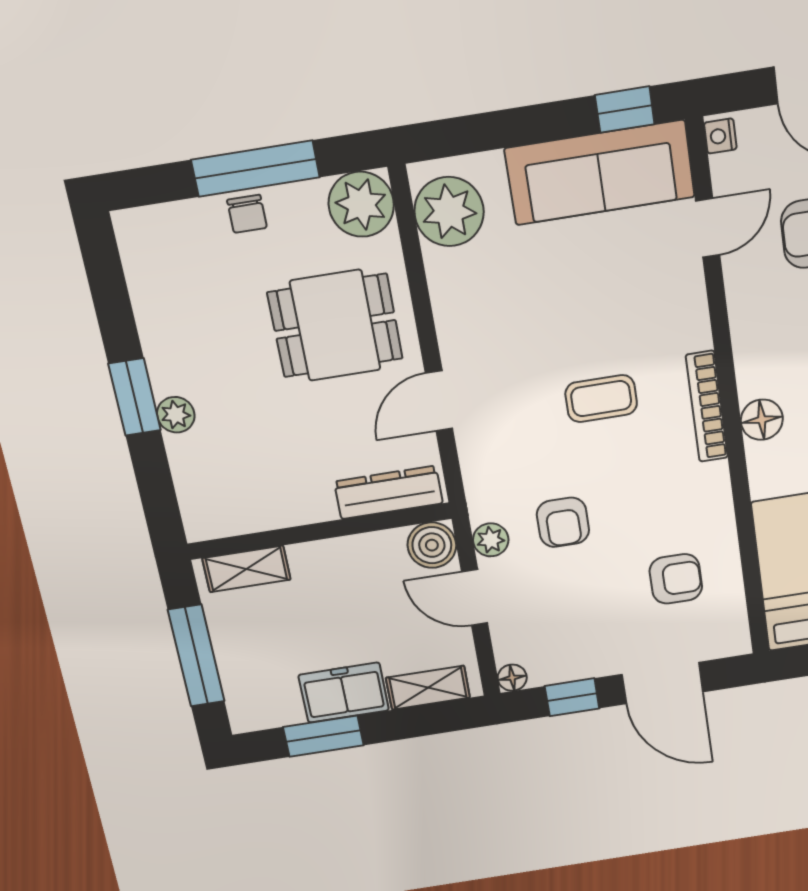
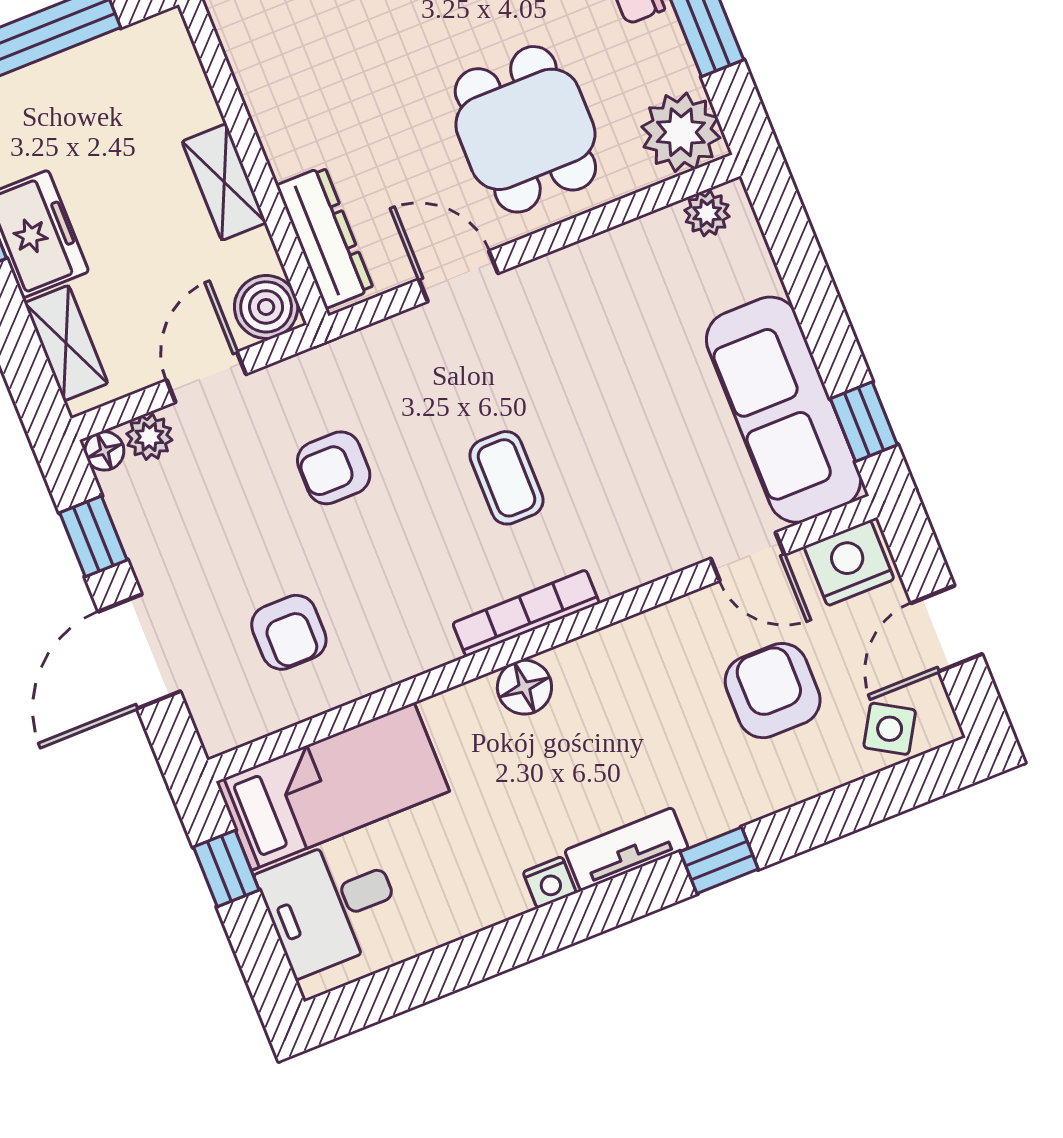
nightstand: (720, 136) -> (849, 563), width x1.89, depth x1.79
plant: (449, 212) -> (707, 213), width x0.53, depth x0.53
plant: (491, 540) -> (149, 437), moved
shelving: (246, 569) -> (224, 182), moved

